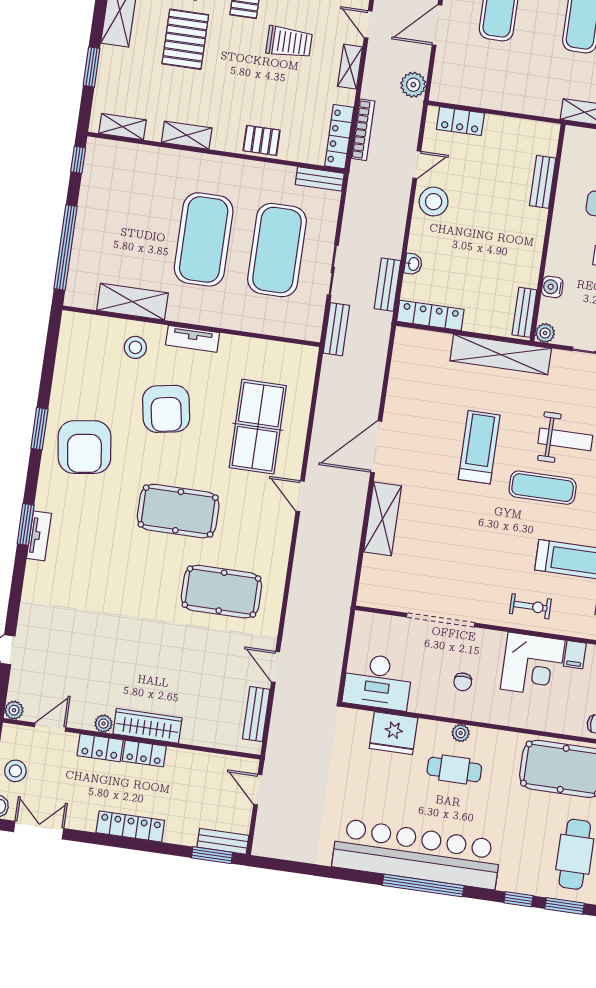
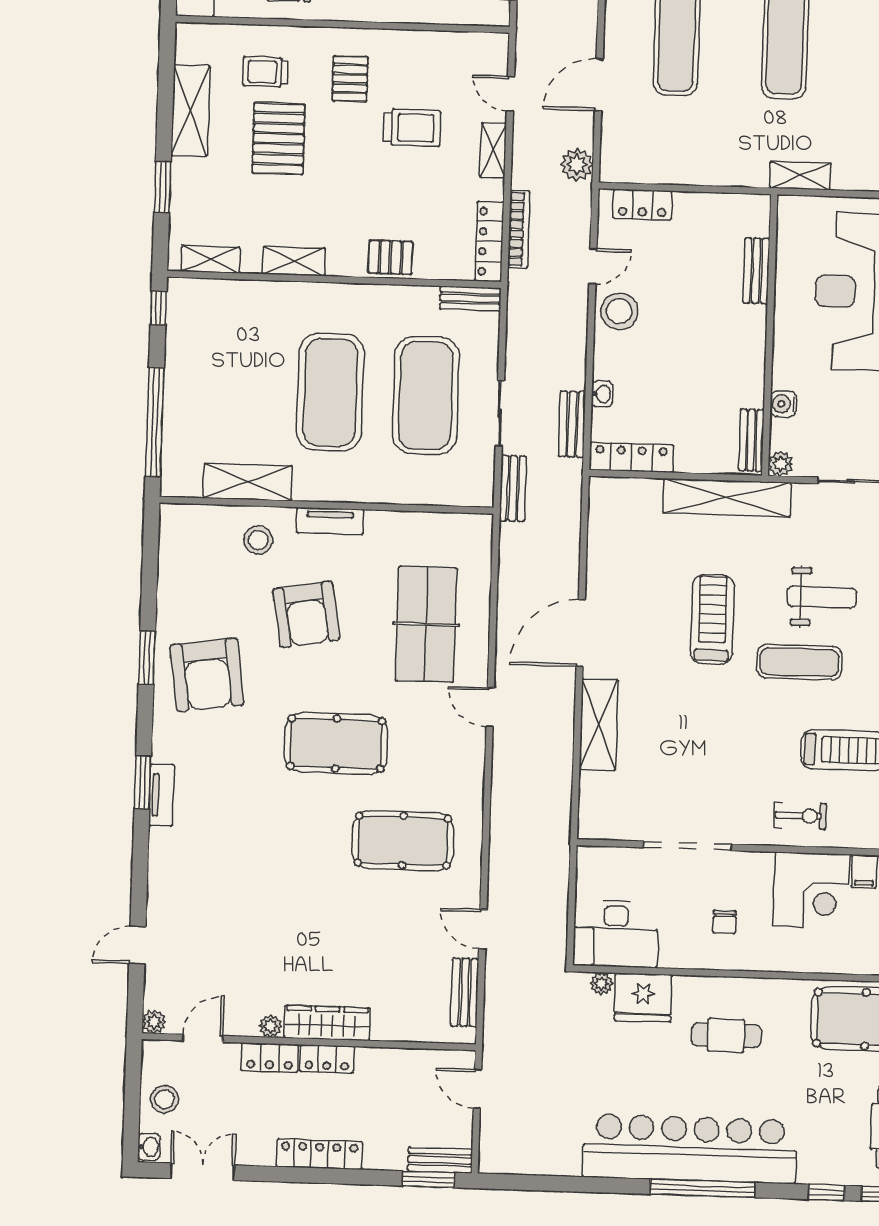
plant: (461, 733) -> (602, 984), moved

